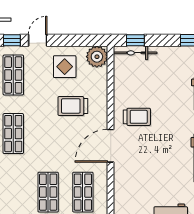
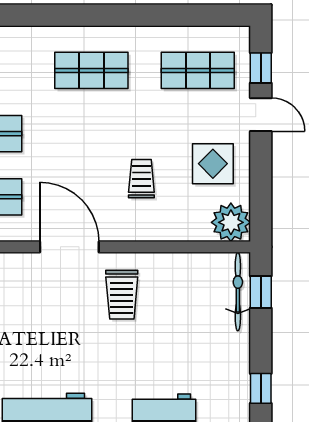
trolley: (73, 106) -> (141, 179), width x0.73, depth x0.72

